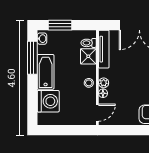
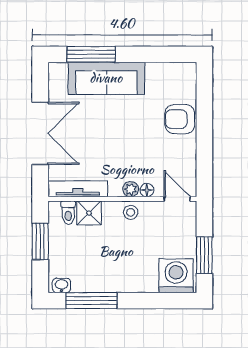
window: (60, 25) -> (40, 241), moved
bathtub: (46, 72) -> (113, 280), removed
washing machine: (48, 101) -> (176, 276), moved
window: (61, 130) -> (204, 255), added

